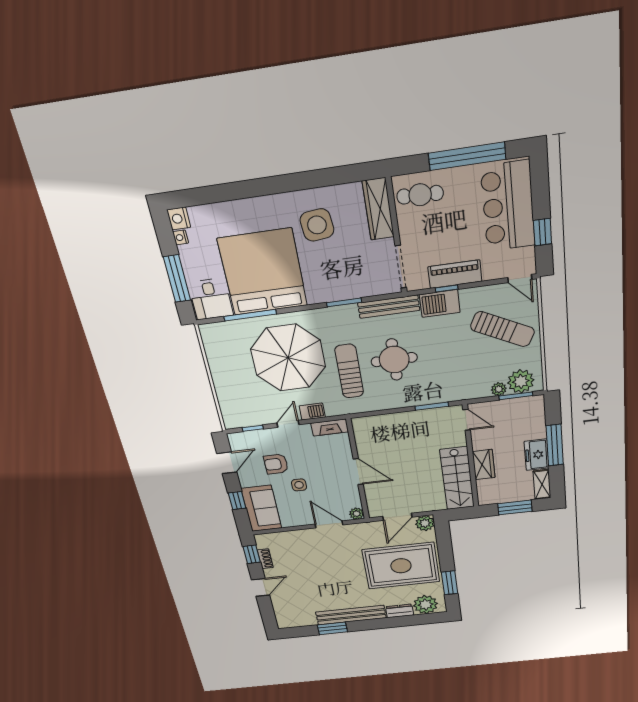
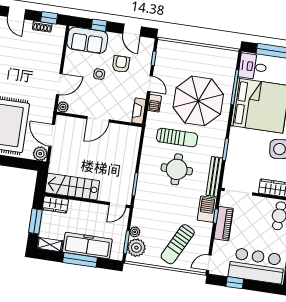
freezer: (537, 455) -> (87, 246), width x1.91, depth x1.26
wardrobe: (484, 465) -> (55, 204), moved

